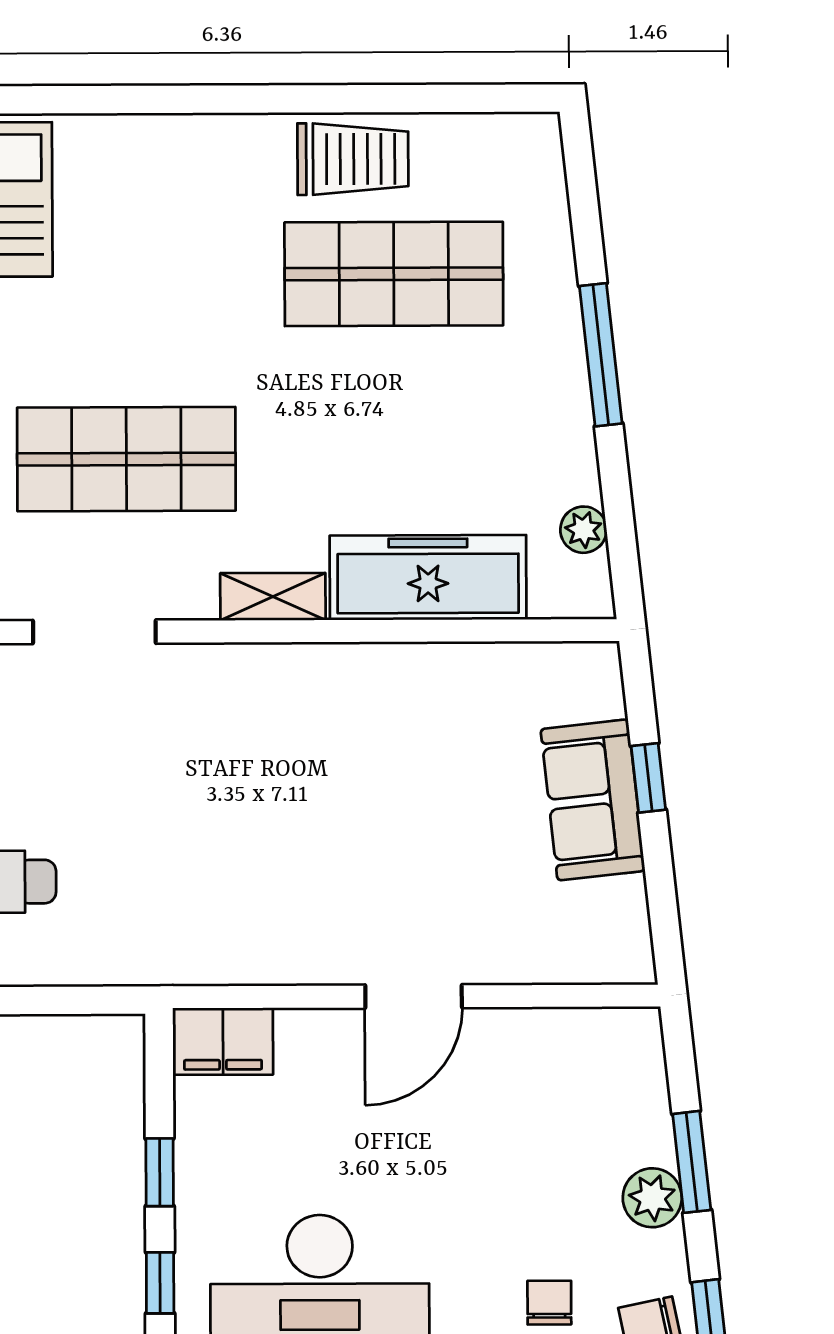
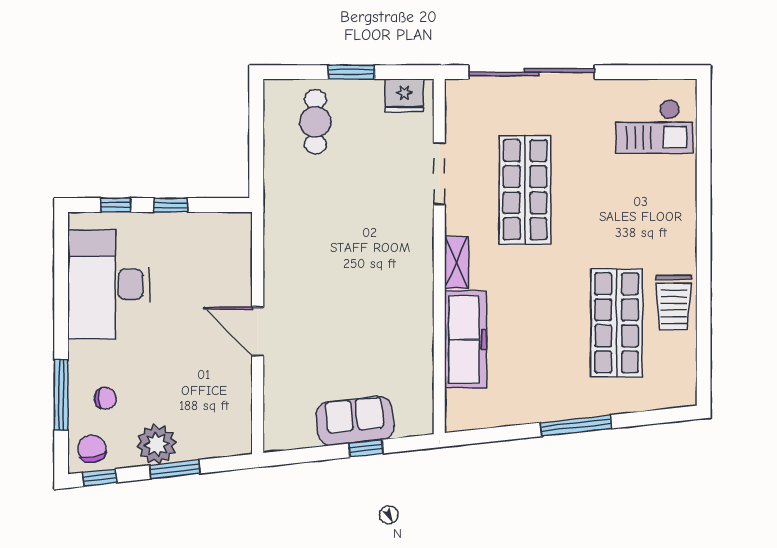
plant: (583, 530) -> (489, 417), removed
filing cabinet: (223, 1041) -> (236, 237), removed
plant: (652, 1198) -> (157, 444), width x1.36, depth x1.36

